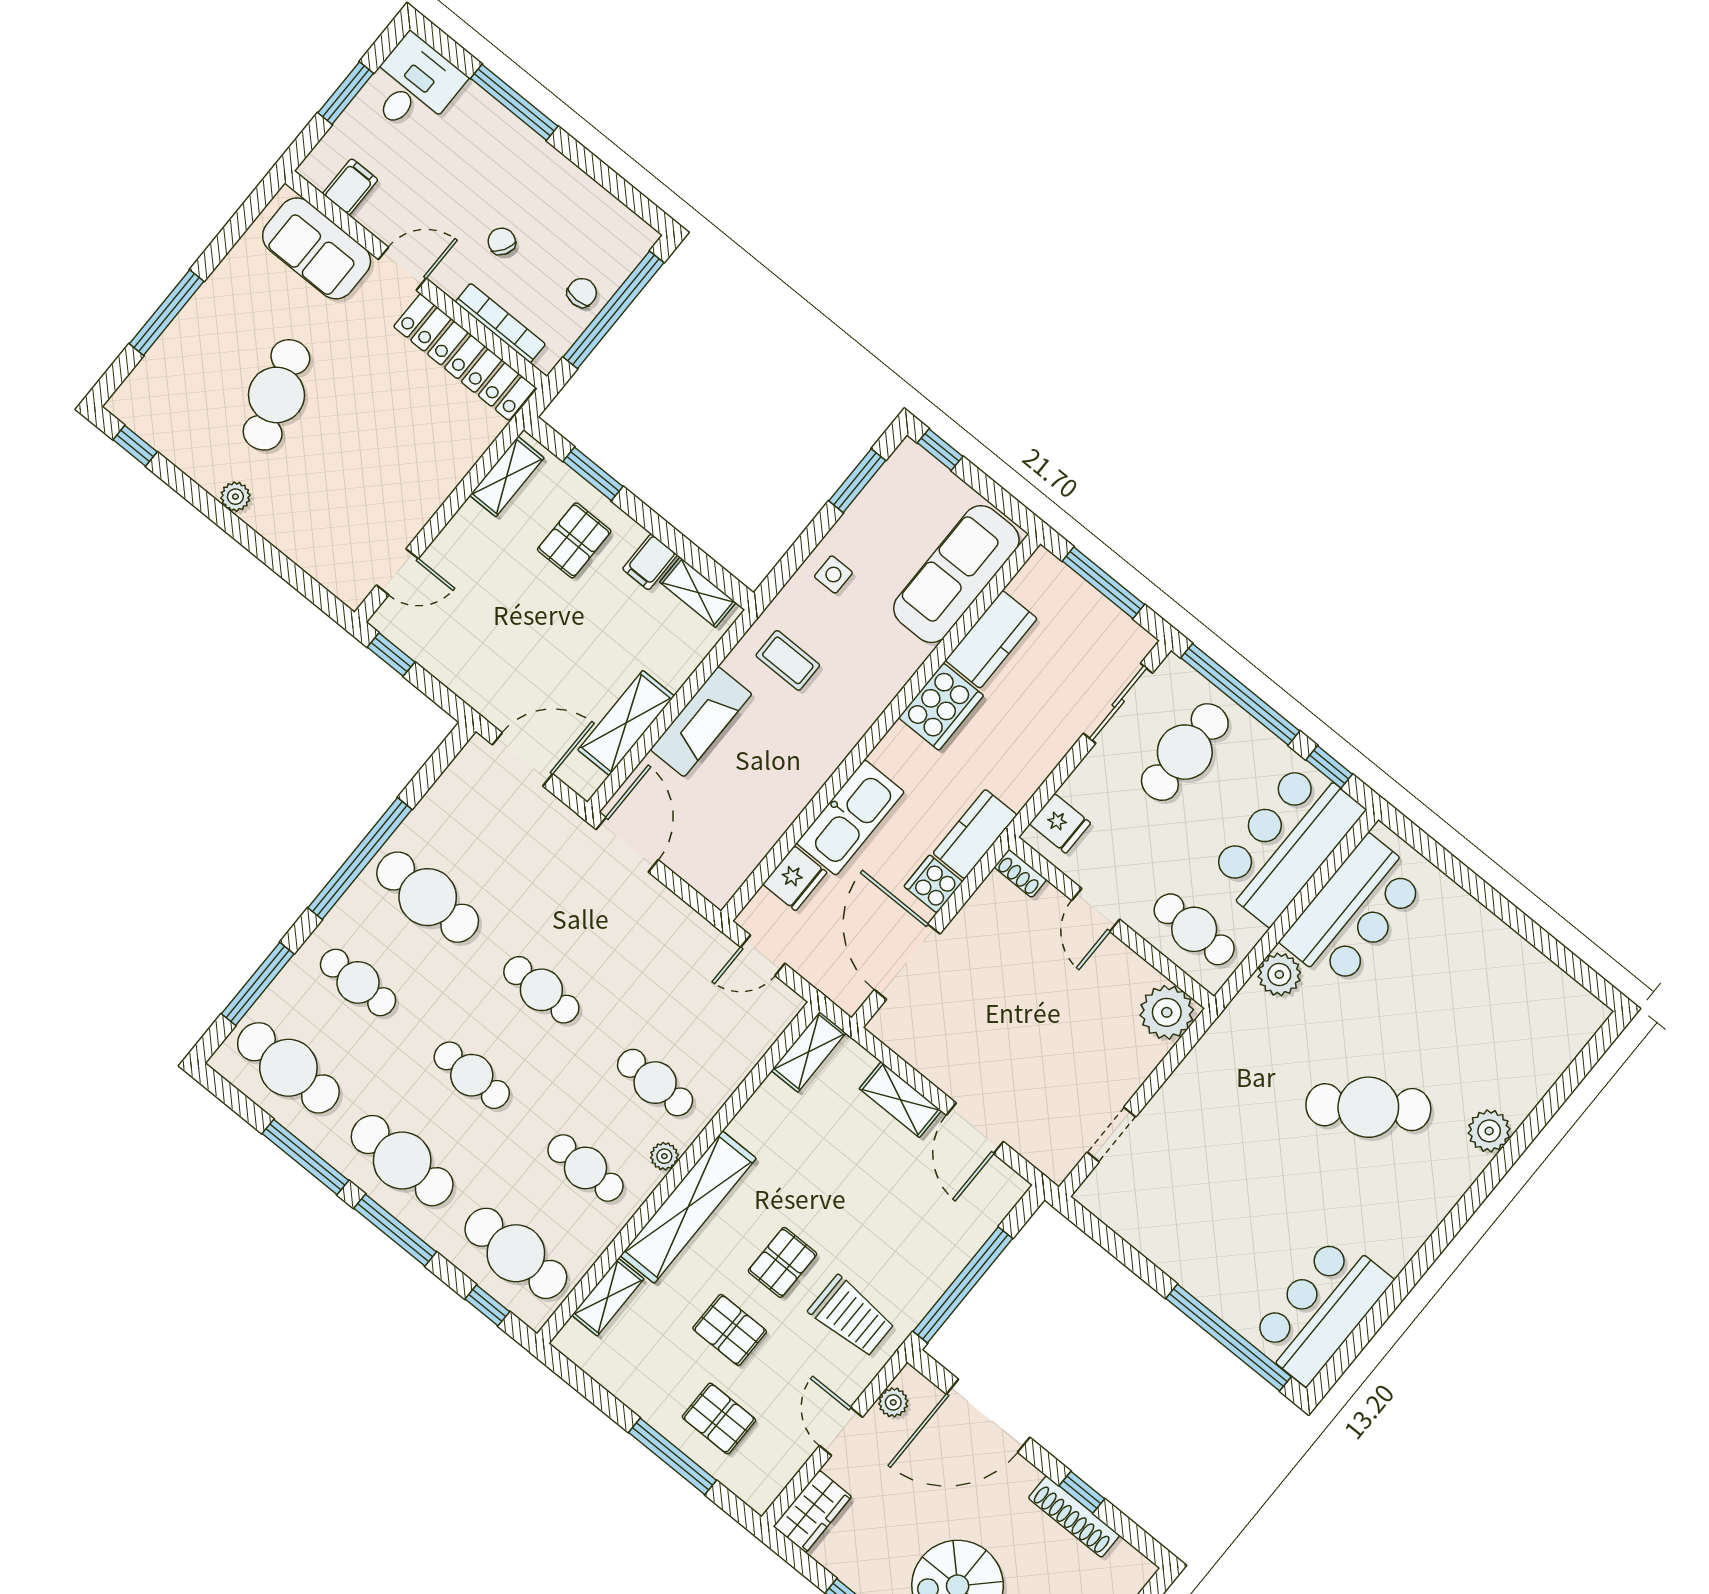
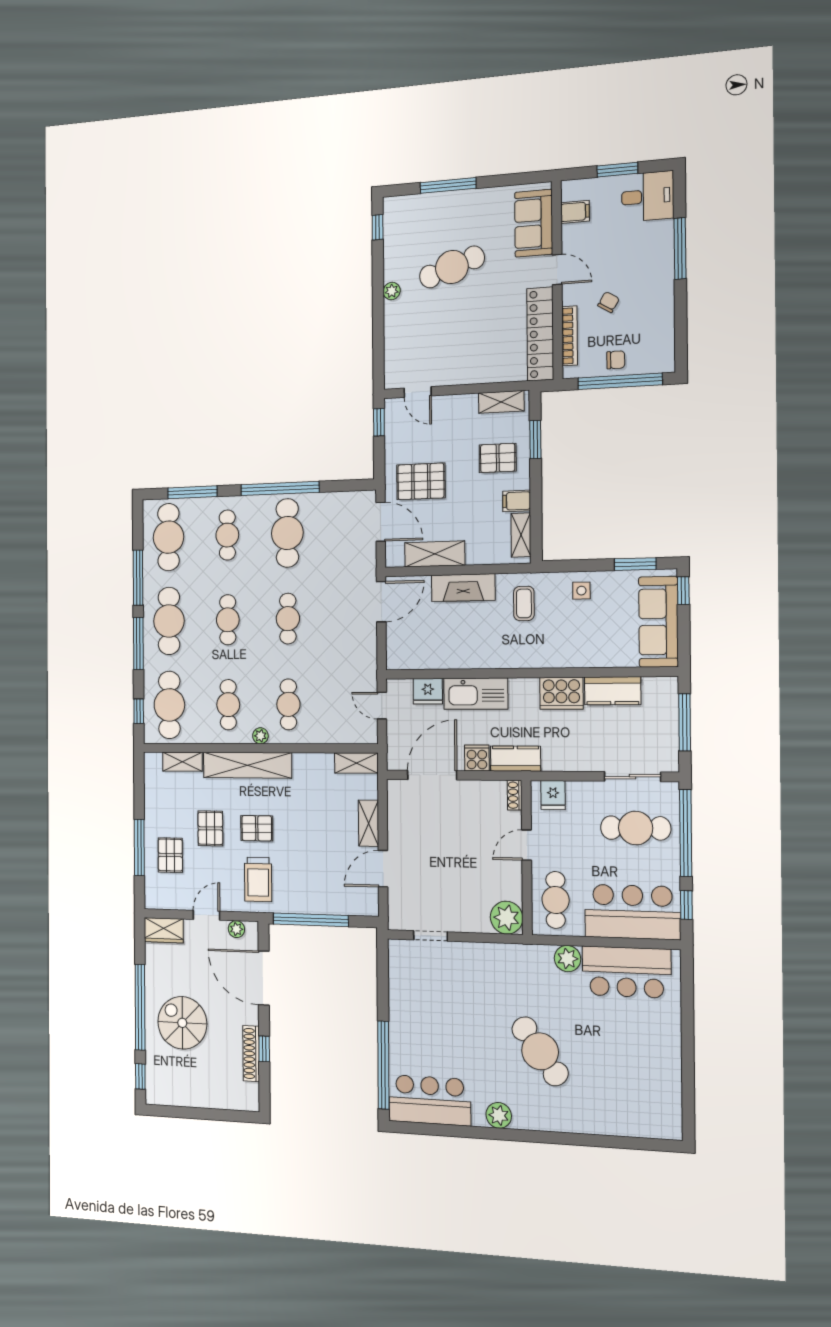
sofa: (956, 574) -> (658, 622), moved, turned -90
pallet: (517, 663) -> (421, 481), added
plant: (1489, 1131) -> (499, 1115), moved

